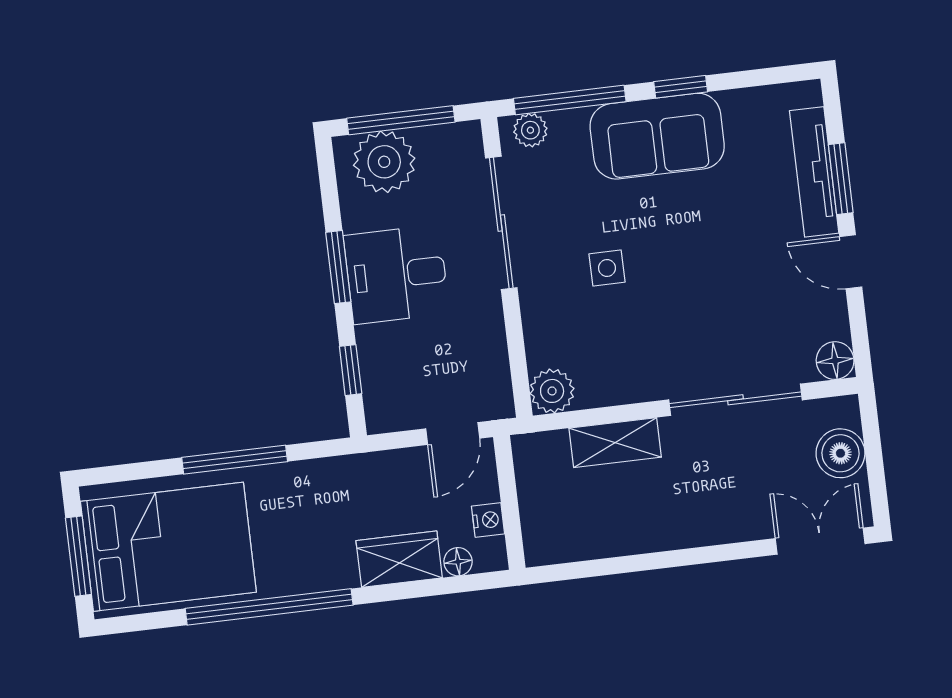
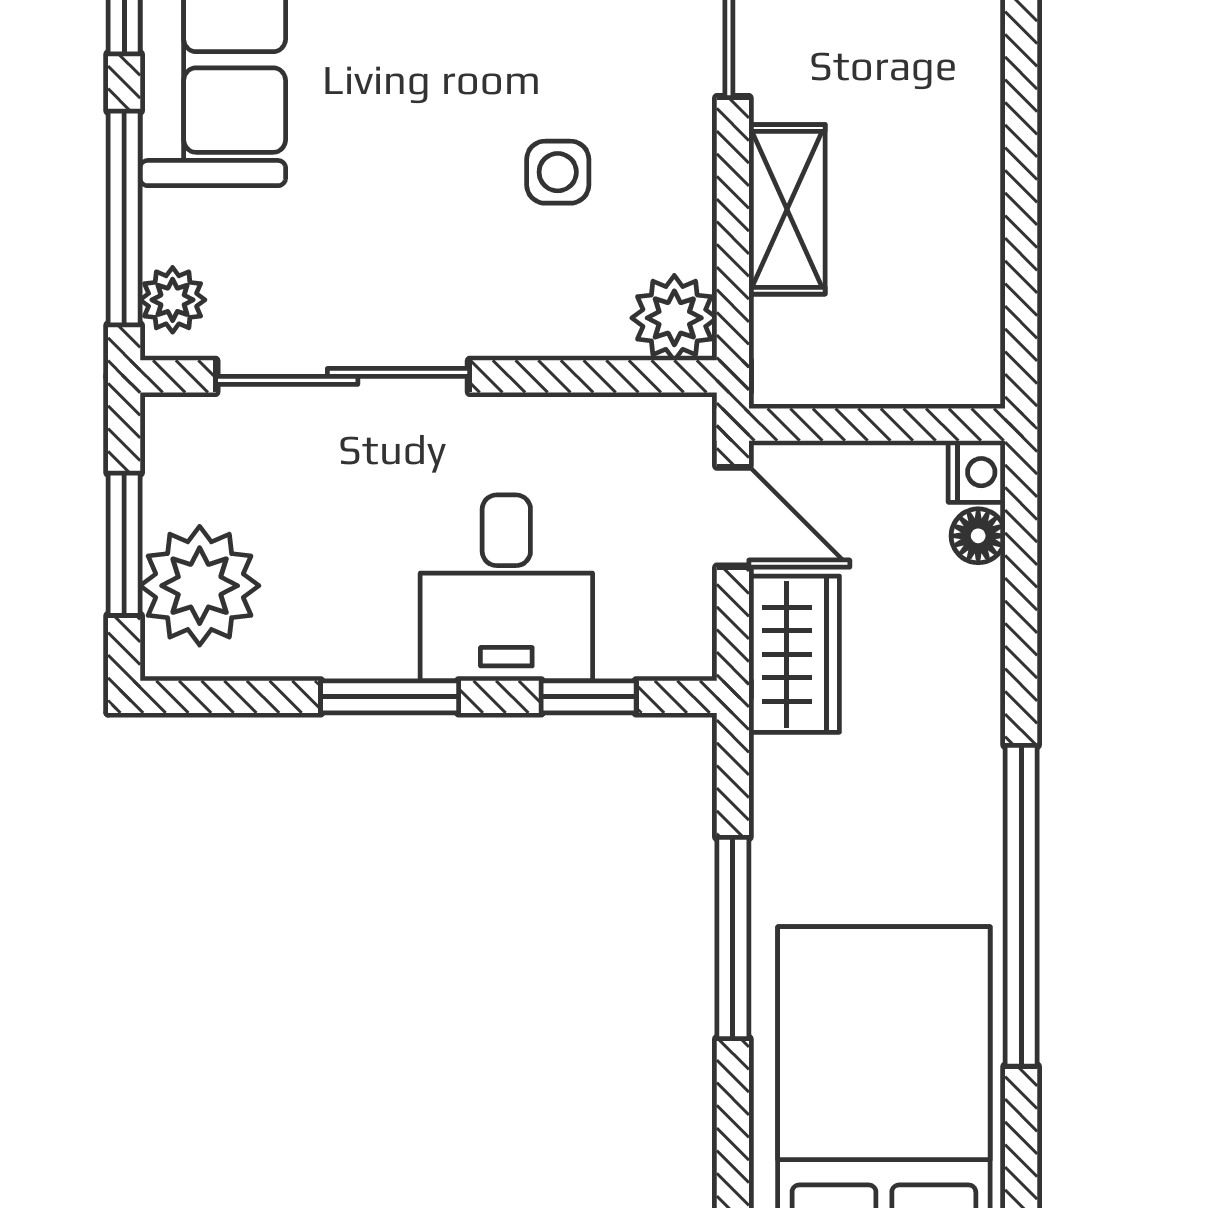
window: (401, 120) -> (124, 544), width x0.69
side table: (607, 268) -> (558, 172), moved
desk: (396, 274) -> (506, 588), moved
nightstand: (488, 520) -> (977, 472), moved, turned 90
wardrobe: (399, 559) -> (794, 654), moved, turned 180

